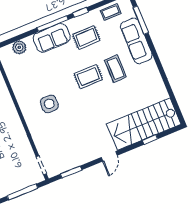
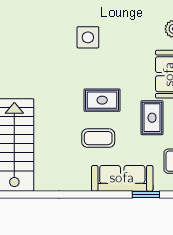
window: (141, 20) -> (146, 194), width x0.69
rug: (88, 77) -> (102, 100), turned 90

